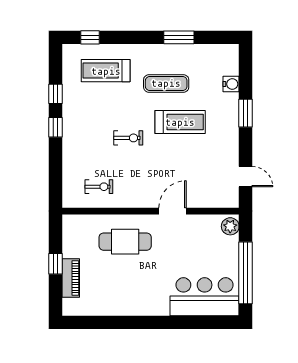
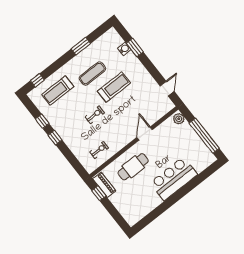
window: (246, 113) -> (135, 48), moved
door: (246, 177) -> (167, 89), hinge flipped
window: (55, 264) -> (99, 193), moved
piano: (71, 278) -> (104, 185), moved
bar counter: (205, 297) -> (174, 179), moved

